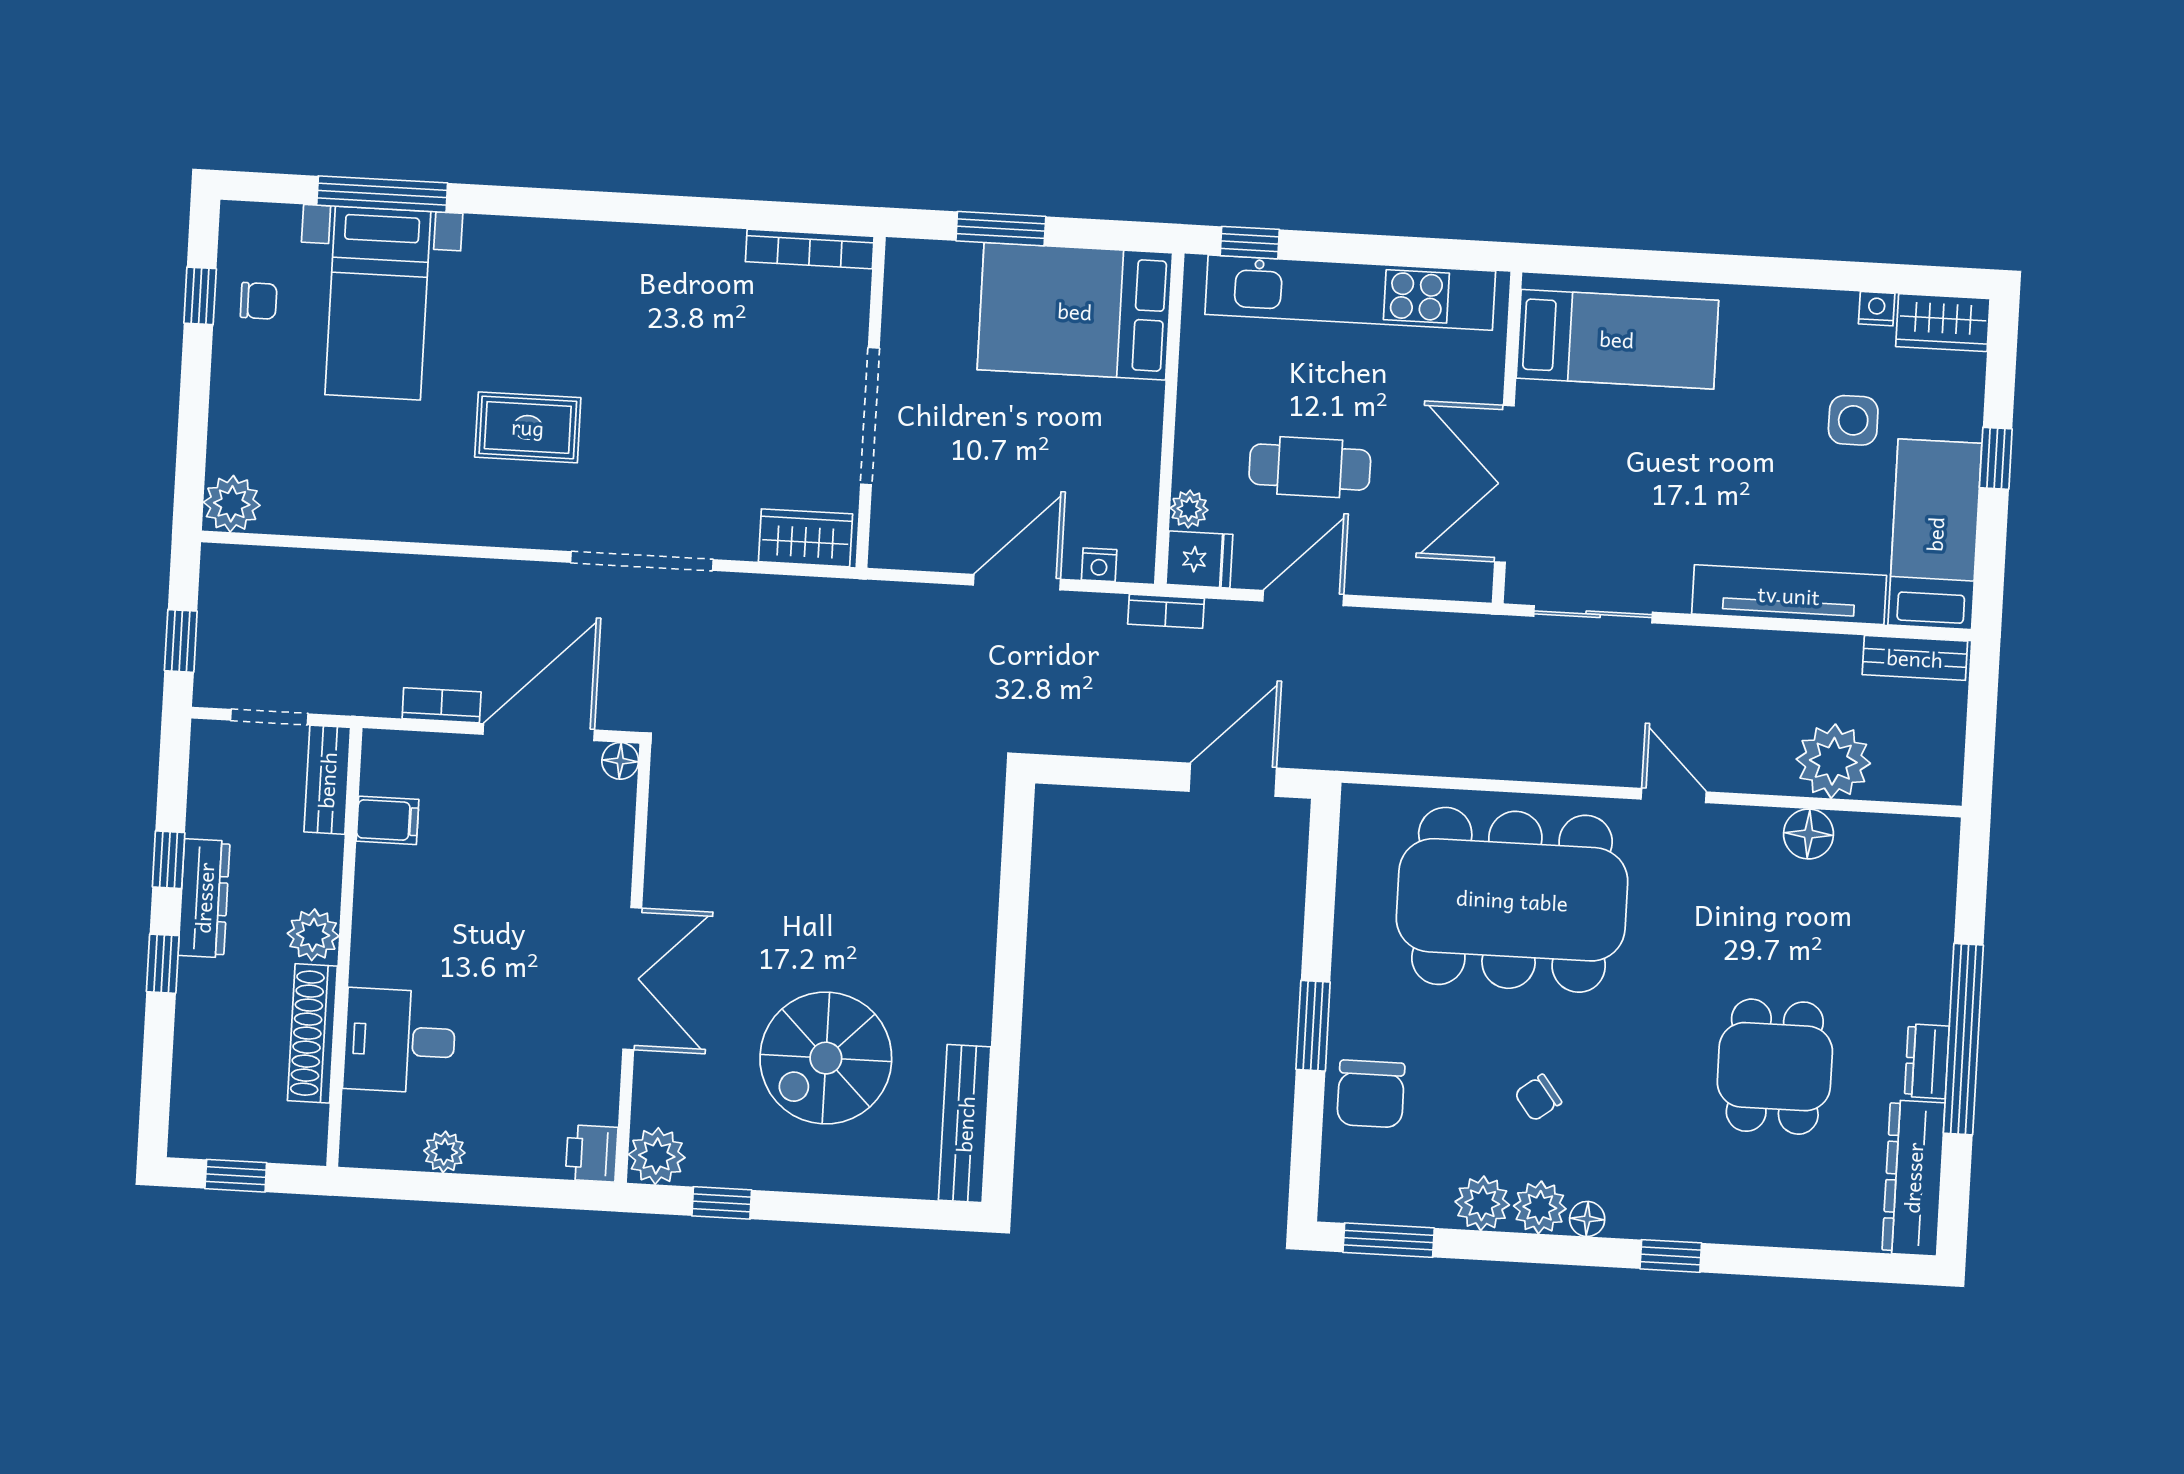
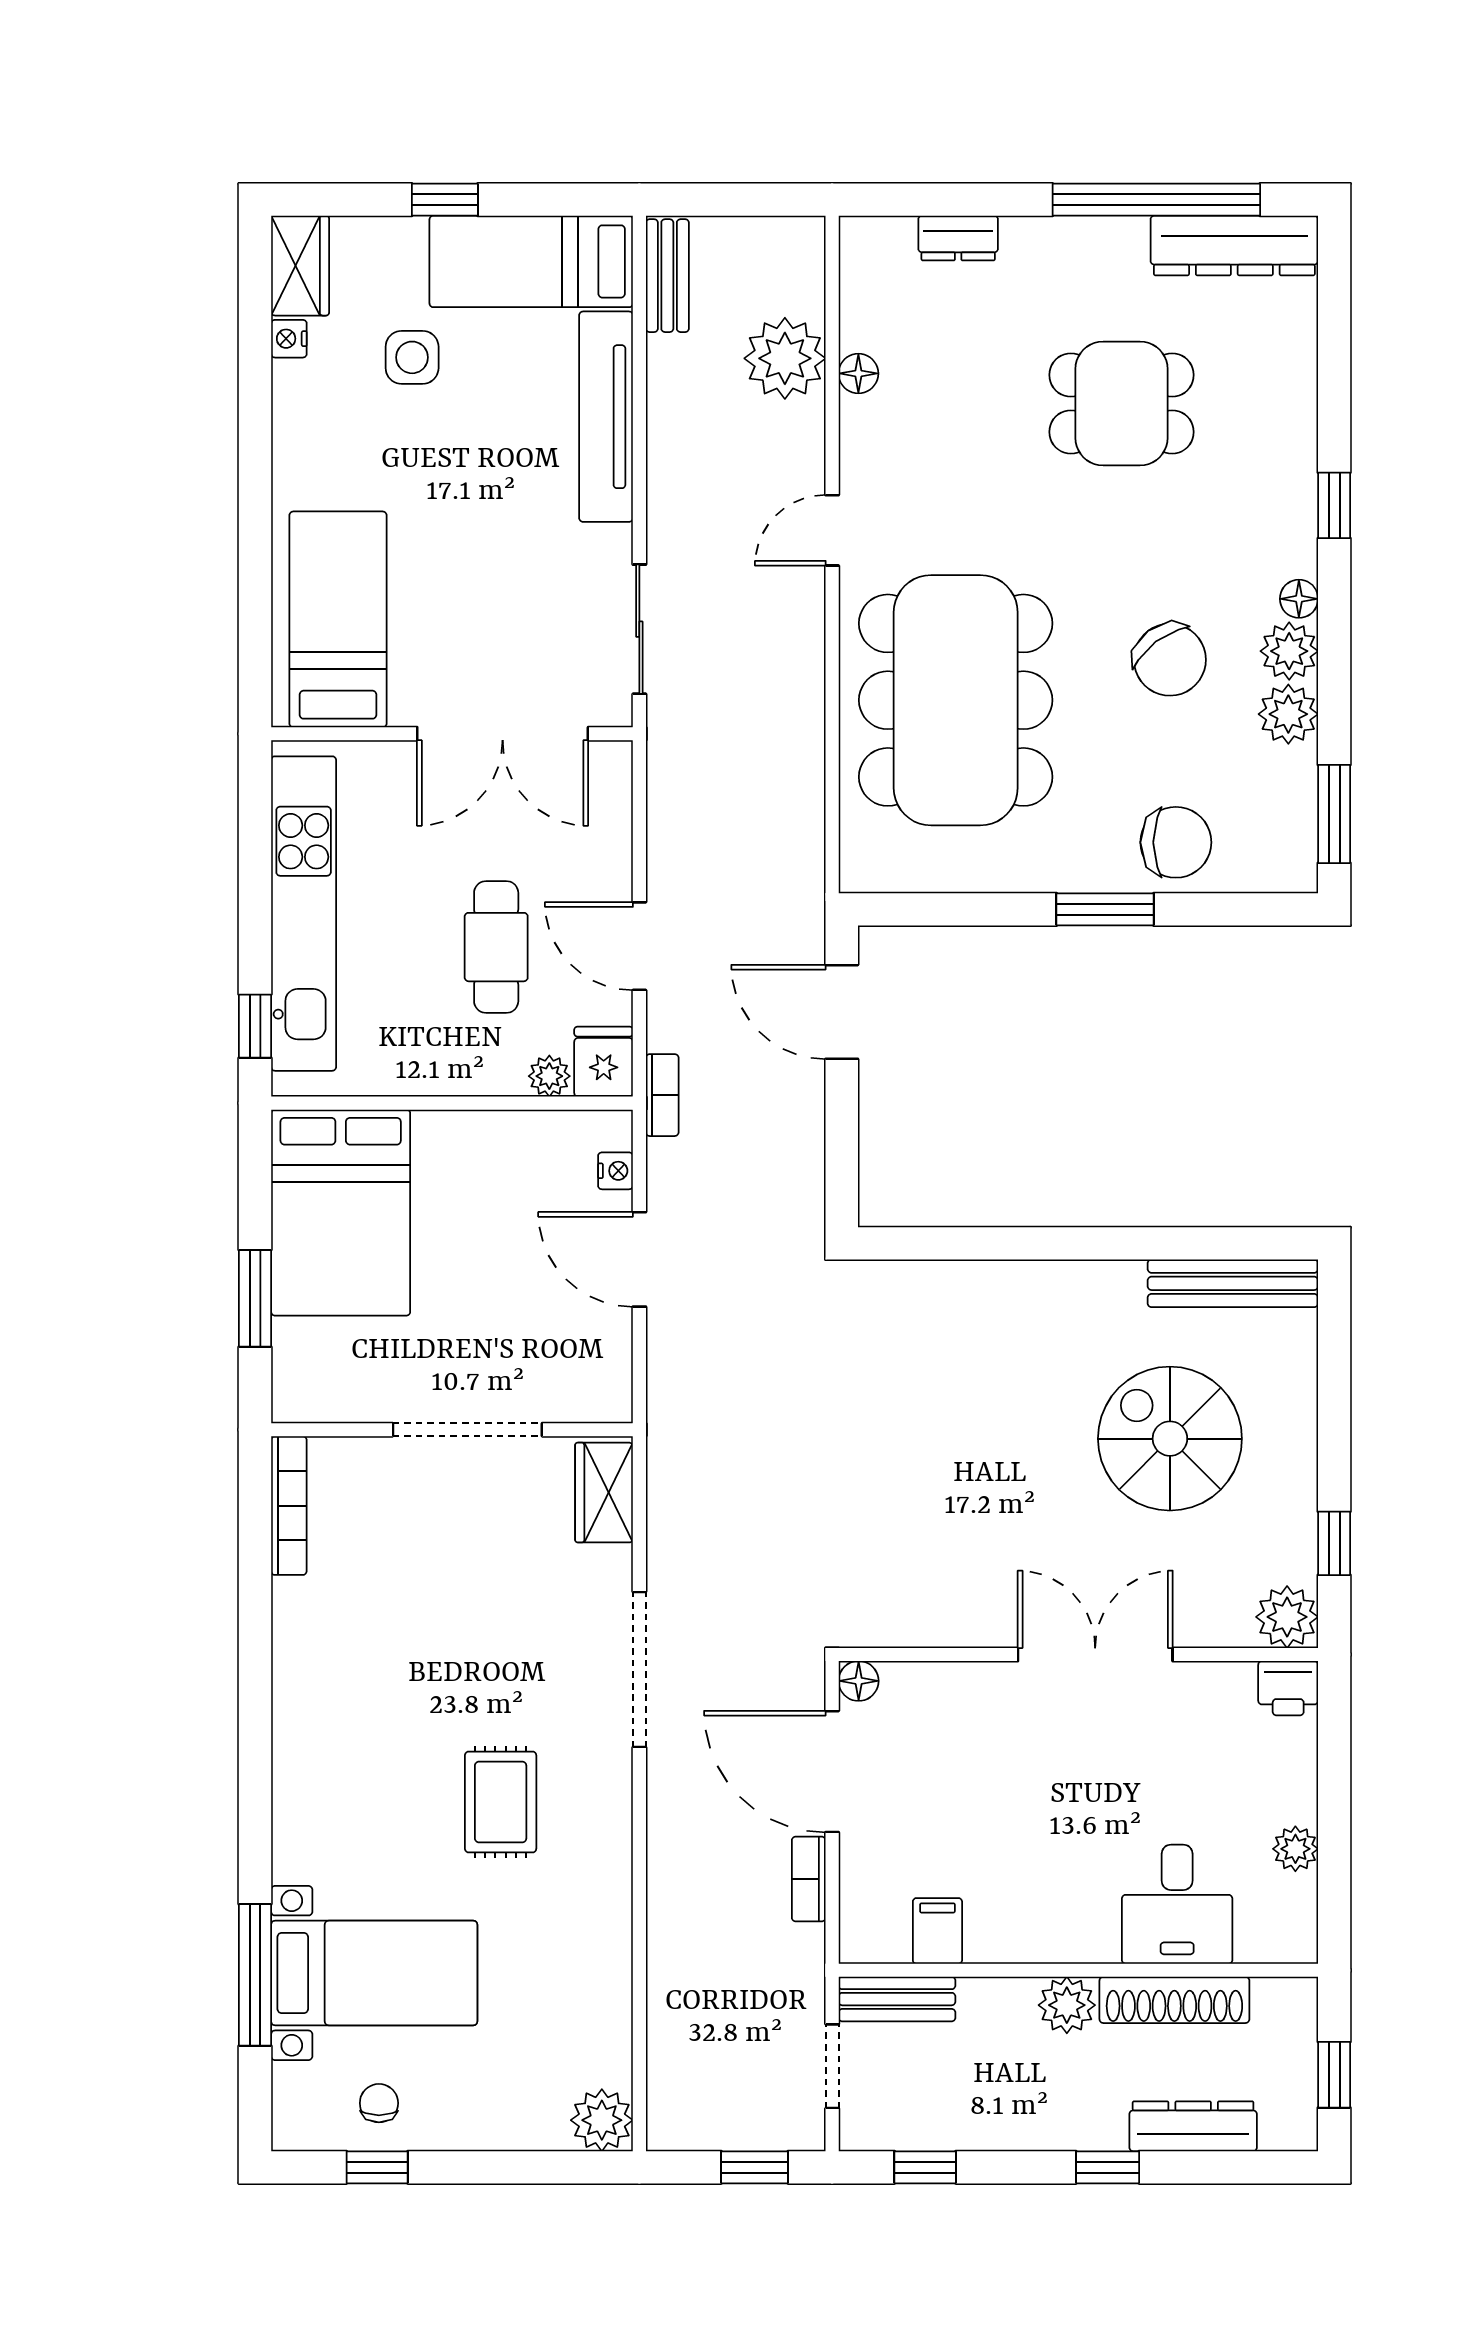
floor lamp: (1809, 834) -> (858, 373), width x0.73, depth x0.73
window: (169, 860) -> (925, 2167), moved
dresser: (204, 898) -> (1193, 2126), moved
window: (1963, 1039) -> (1156, 200), moved
spiral stairs: (826, 1058) -> (1170, 1439), turned 180
dresser: (1927, 1061) -> (958, 238), moved
chair: (1538, 1098) -> (1170, 660), width x1.87, depth x1.87

